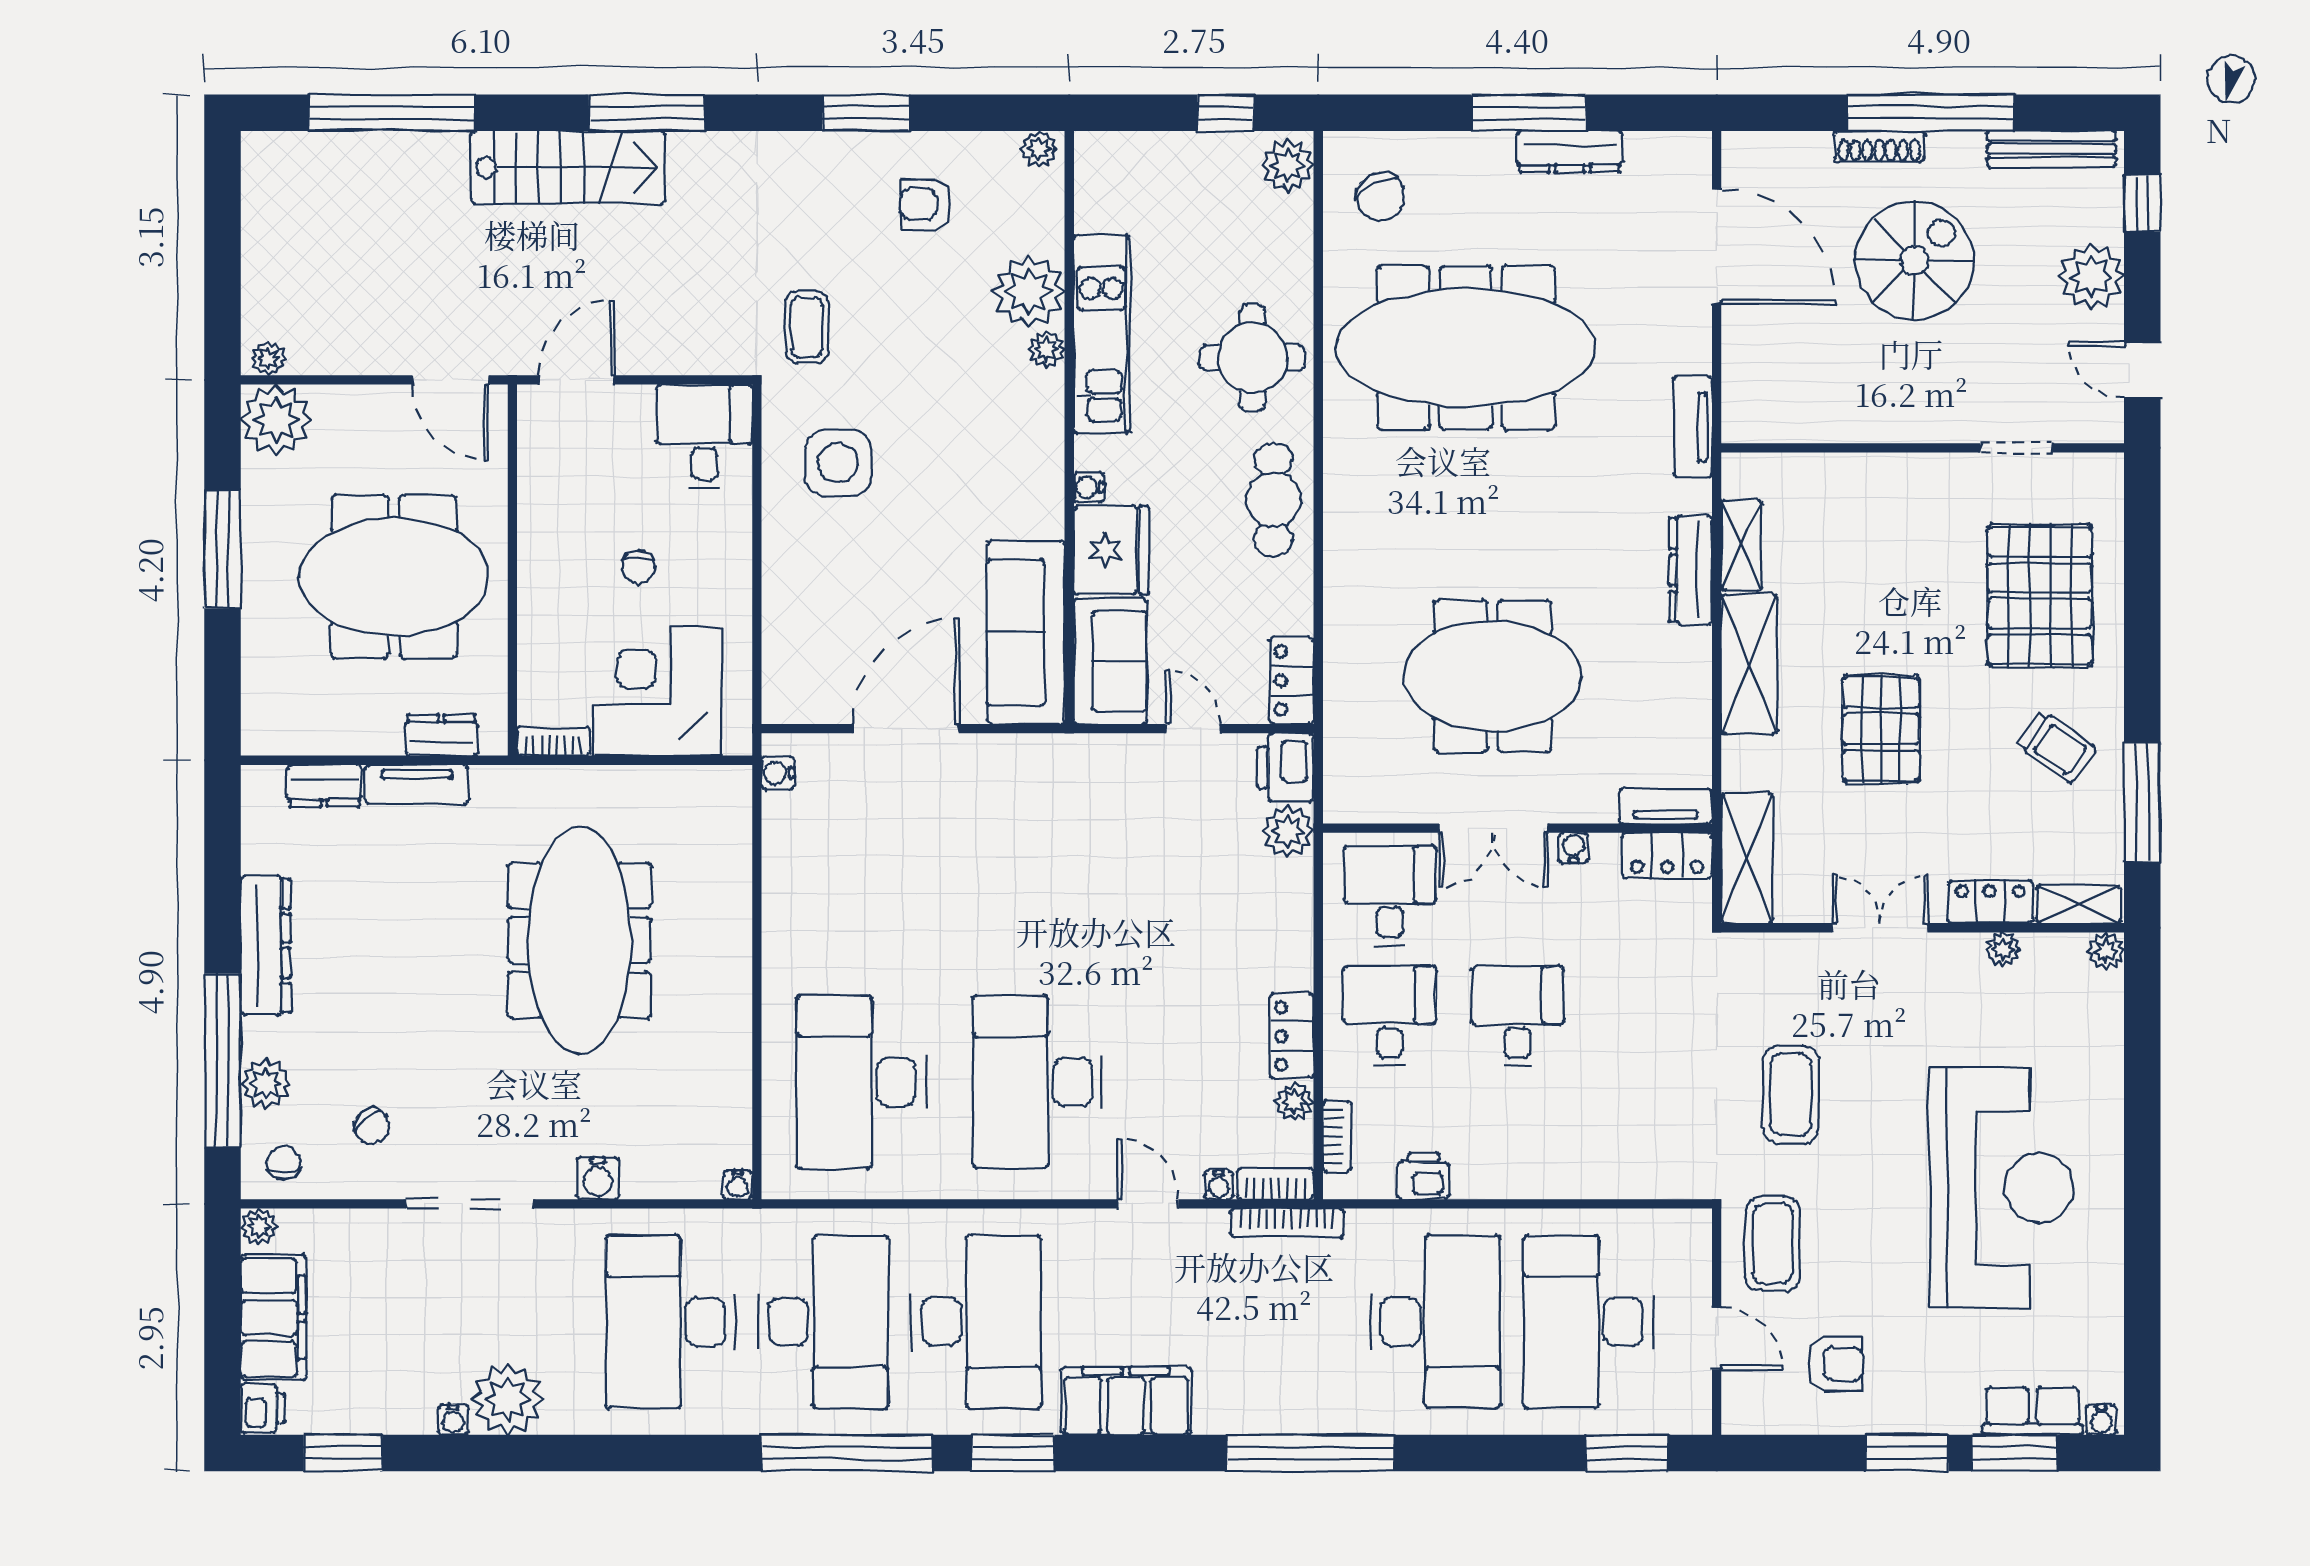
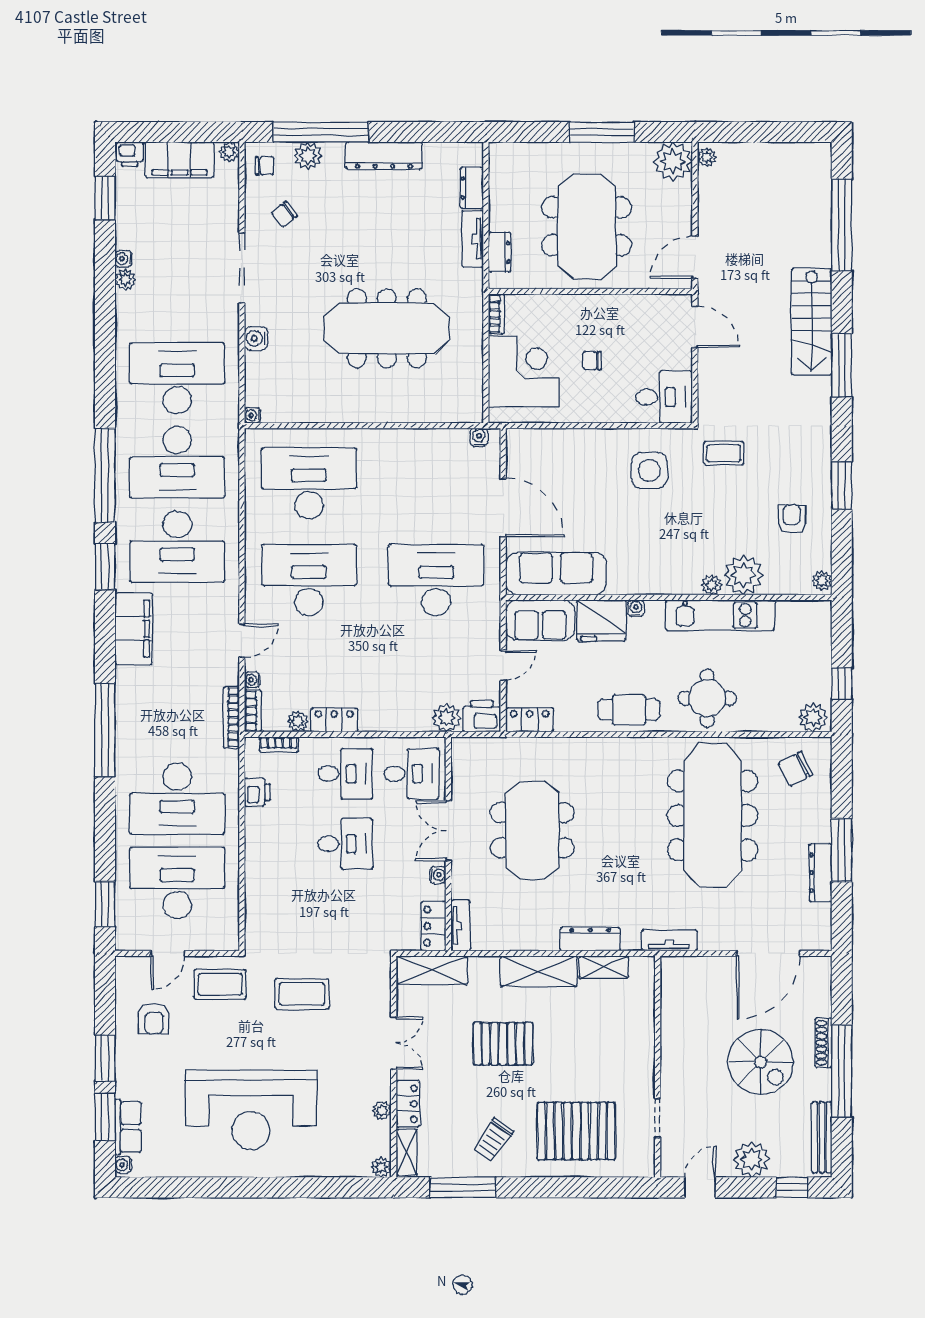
desk: (1038, 851) -> (436, 580), added
plant: (508, 1399) -> (125, 280), width x0.53, depth x0.53

